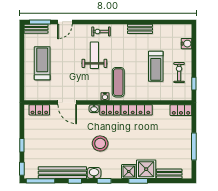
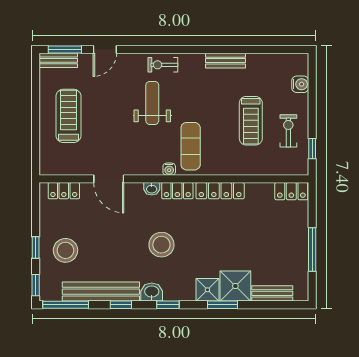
stool: (40, 147) -> (65, 250), added

